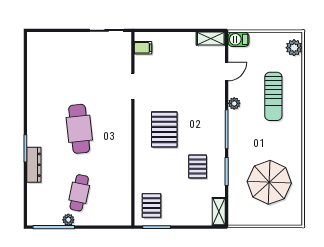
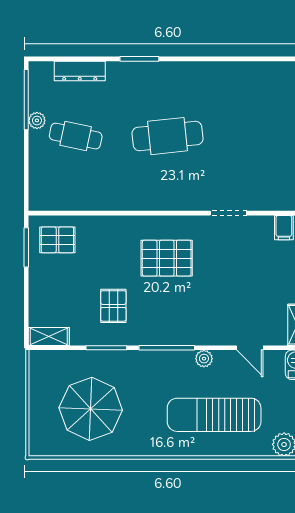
sun lounger: (273, 96) -> (214, 415), width x1.36, depth x1.34
dresser: (34, 165) -> (80, 71), moved
pallet: (198, 167) -> (113, 306), turned 90

